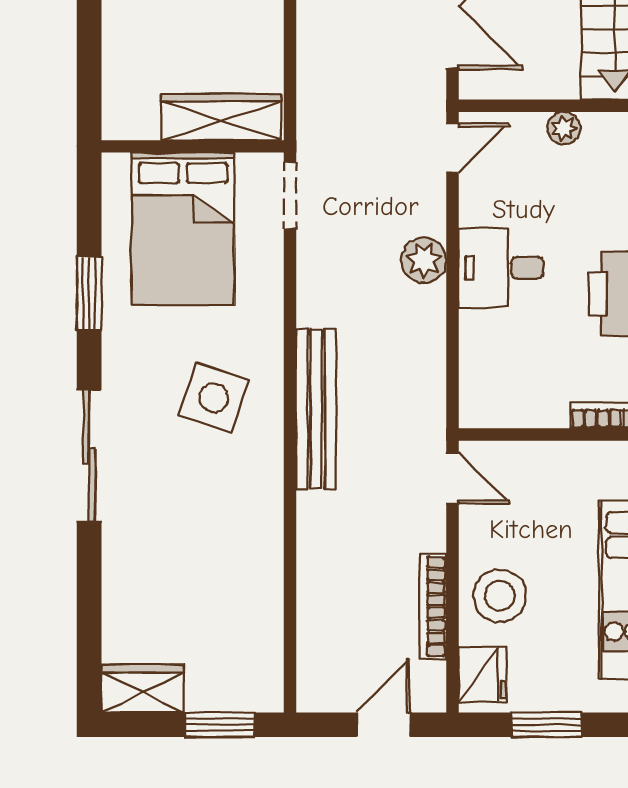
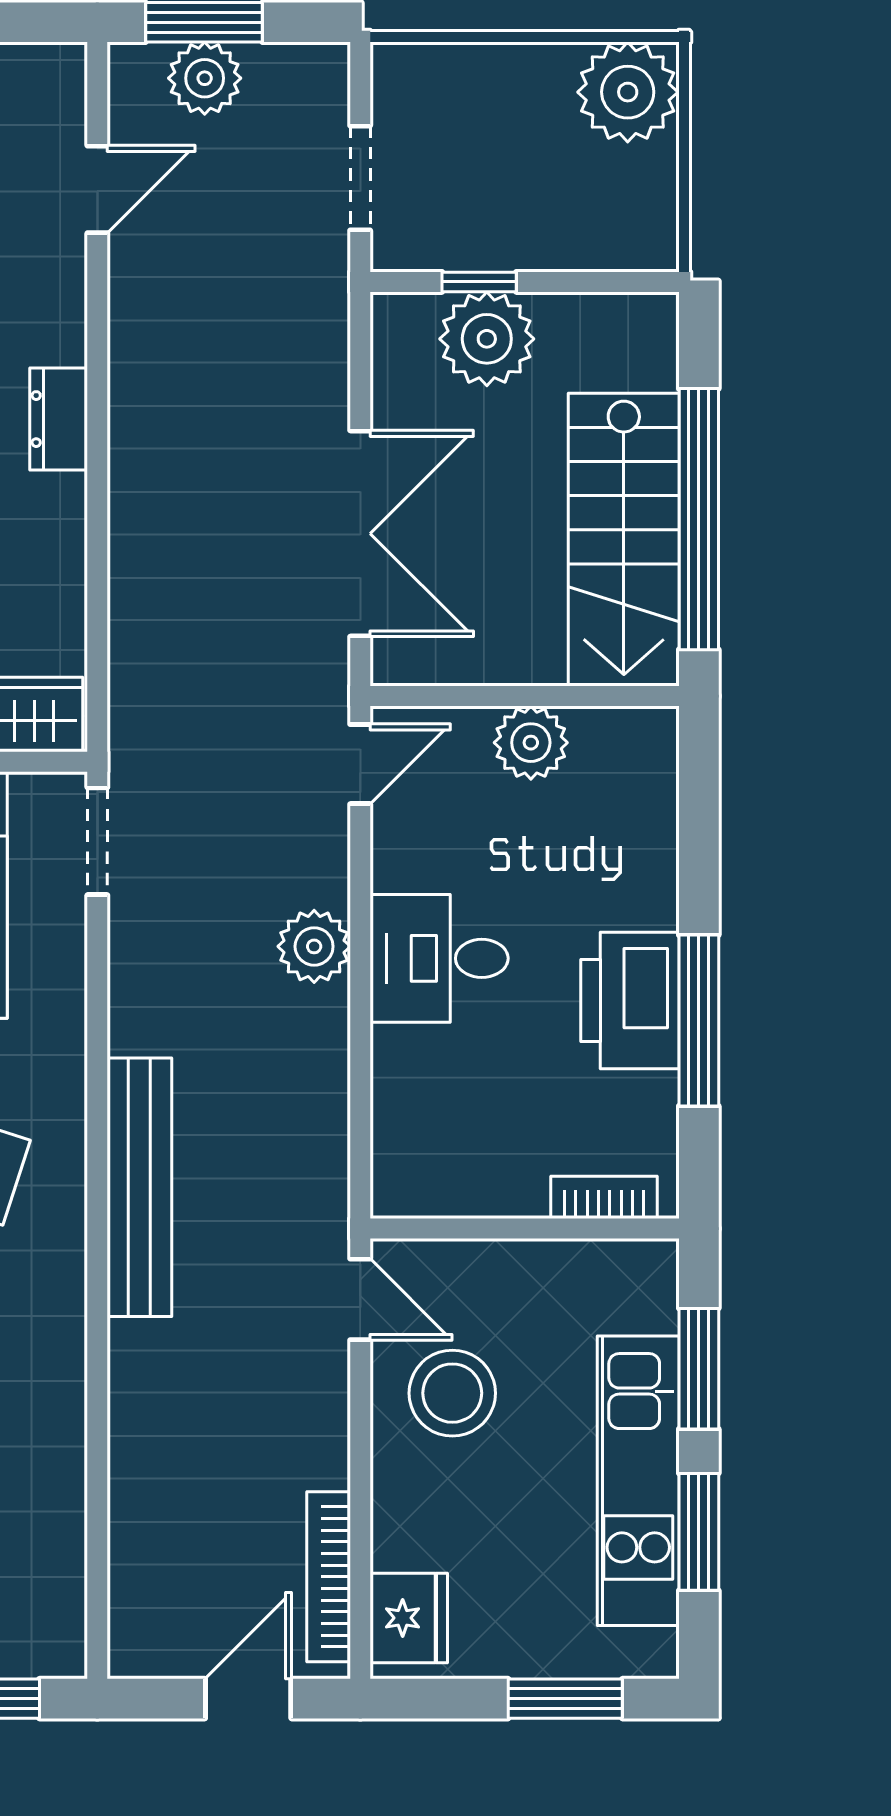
plant: (564, 128) -> (531, 743), width x1.38, depth x1.38
stool: (500, 596) -> (452, 1393), moved
bookcase: (433, 606) -> (329, 1577), moved
window: (546, 725) -> (565, 1699), moved

